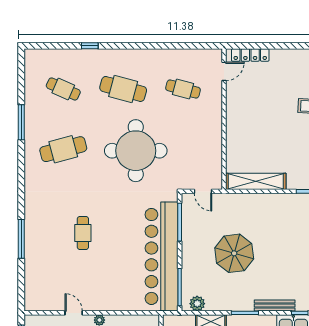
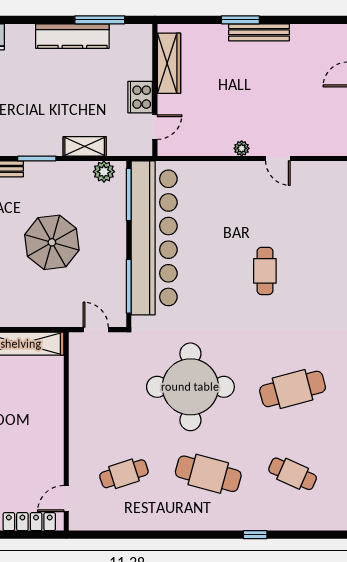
cafe table: (183, 89) -> (124, 474), turned -33

